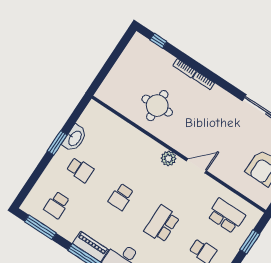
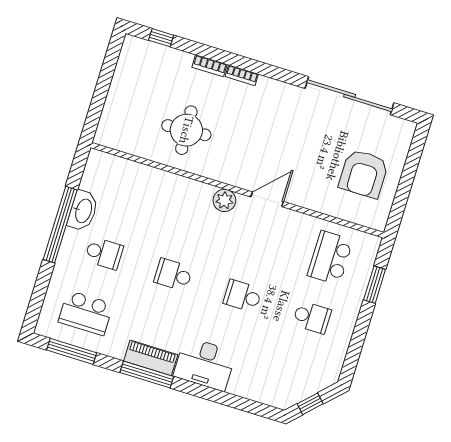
window: (57, 143) -> (60, 225), width x2.11
school desk: (121, 197) -> (173, 275), turned 90
school desk: (57, 205) -> (86, 313), width x1.85
school desk: (226, 216) -> (330, 258), turned -90
school desk: (162, 224) -> (243, 296), width x0.54

